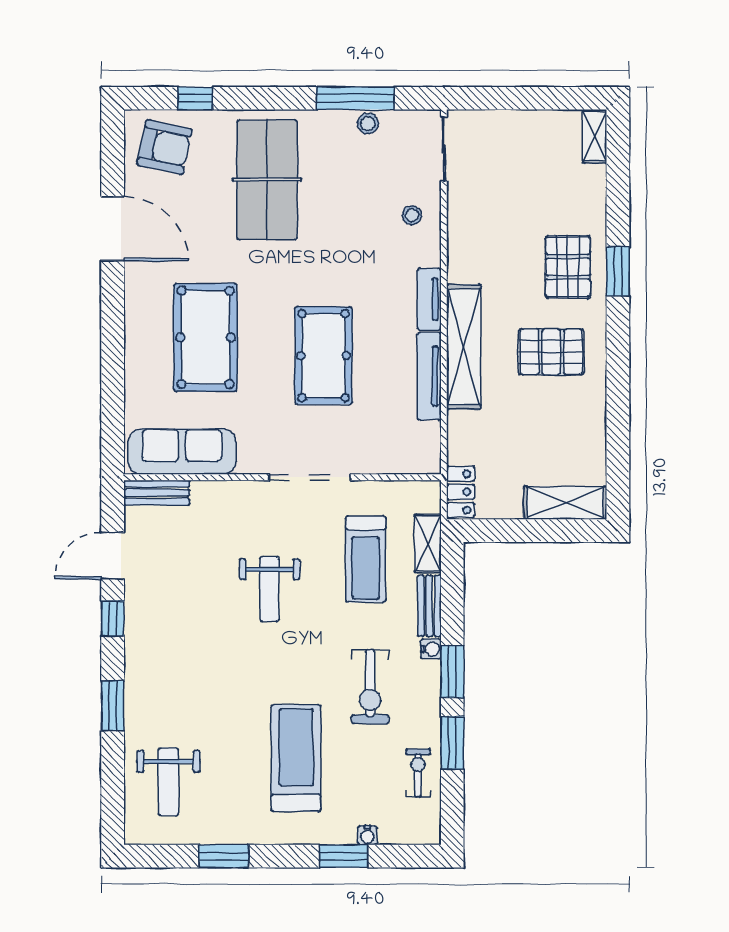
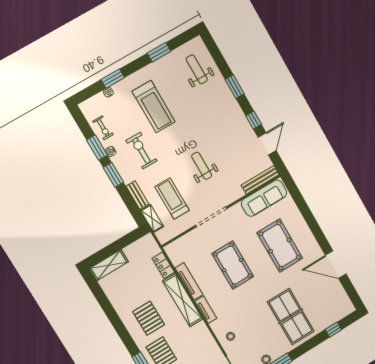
armchair: (165, 147) -> (334, 305), removed
pallet: (551, 352) -> (149, 318), turned 90
locker: (460, 492) -> (163, 265), moved
bench: (157, 493) -> (260, 180), width x1.36
water cooler: (431, 649) -> (111, 152), moved

